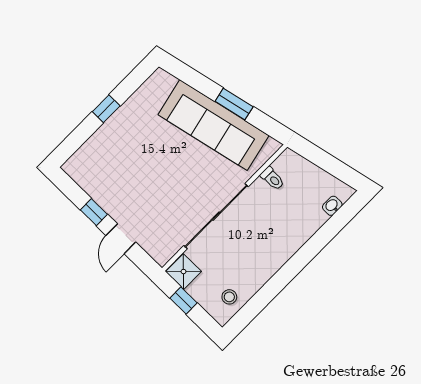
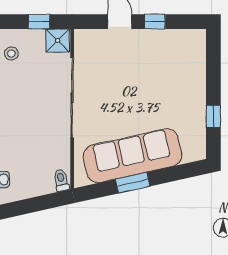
window: (106, 109) -> (213, 116), moved
toilet: (272, 178) -> (61, 180), moved, turned 77

